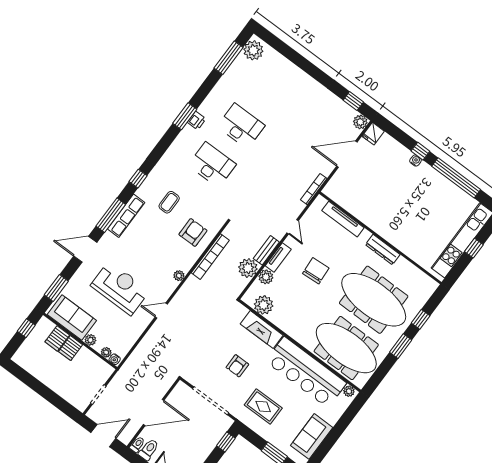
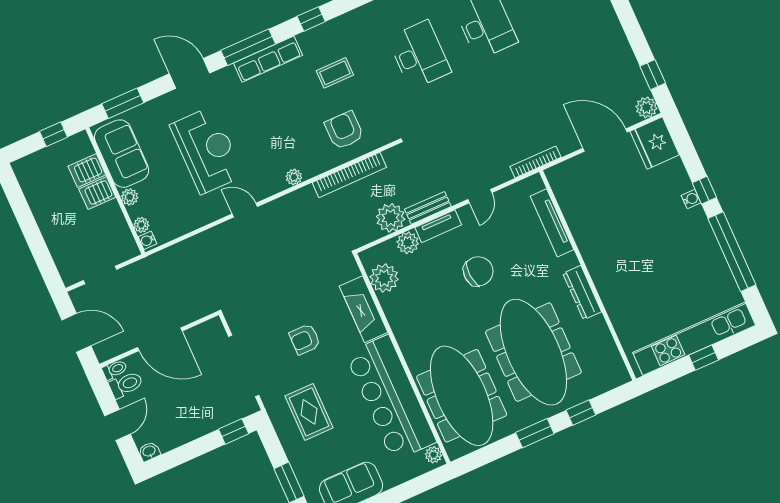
fridge: (373, 134) -> (655, 143), width x1.88, depth x1.34
armchair: (193, 232) -> (344, 130), turned -90

